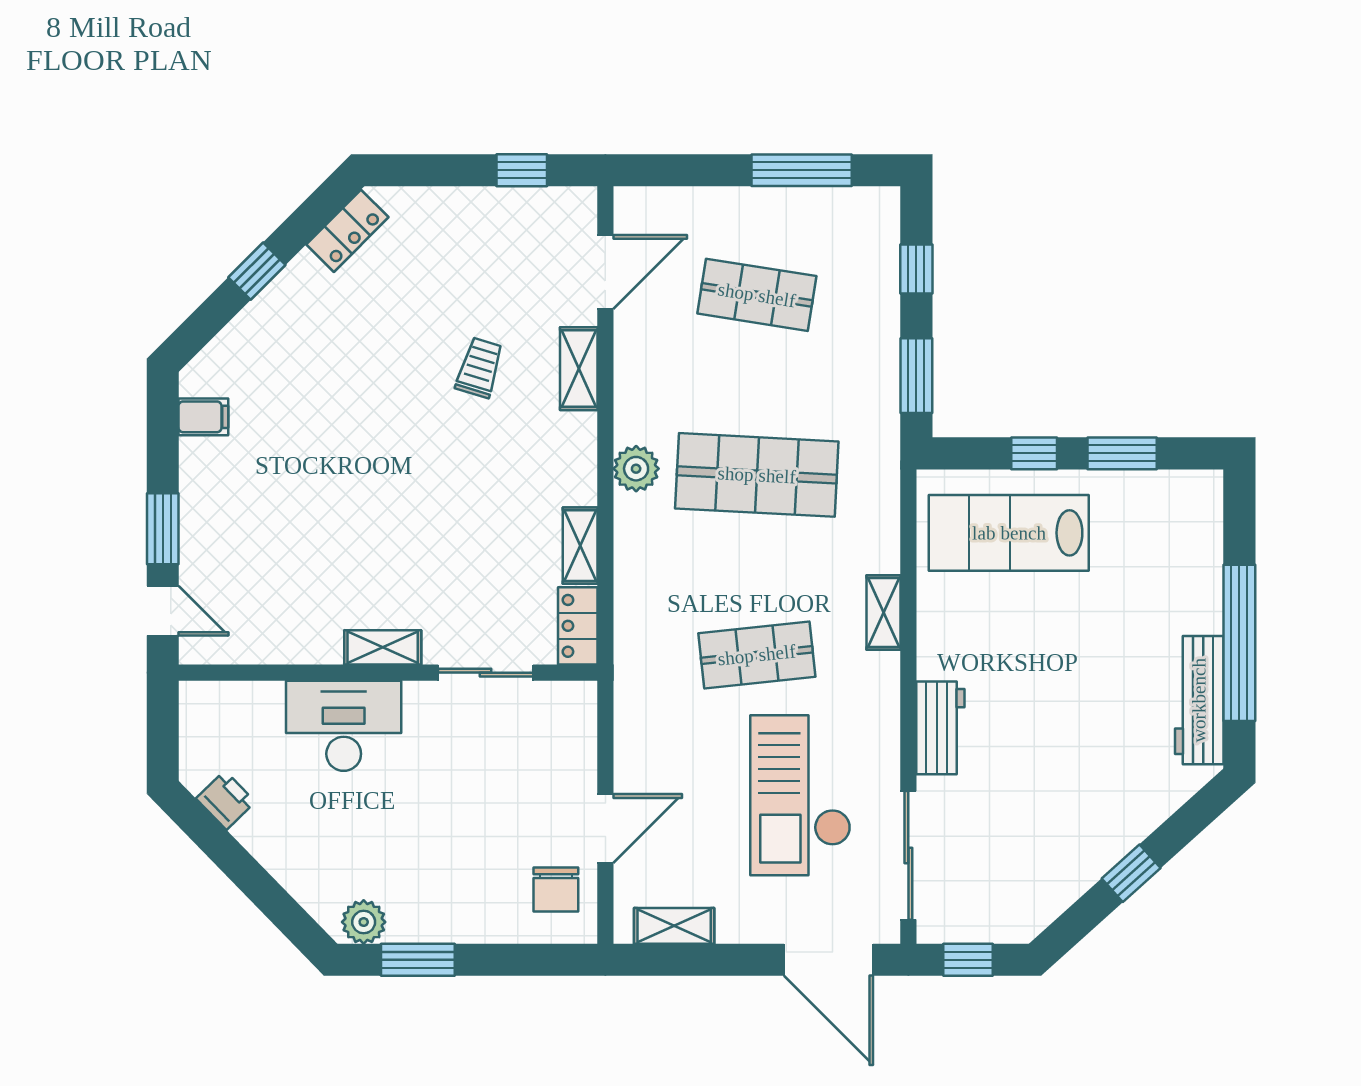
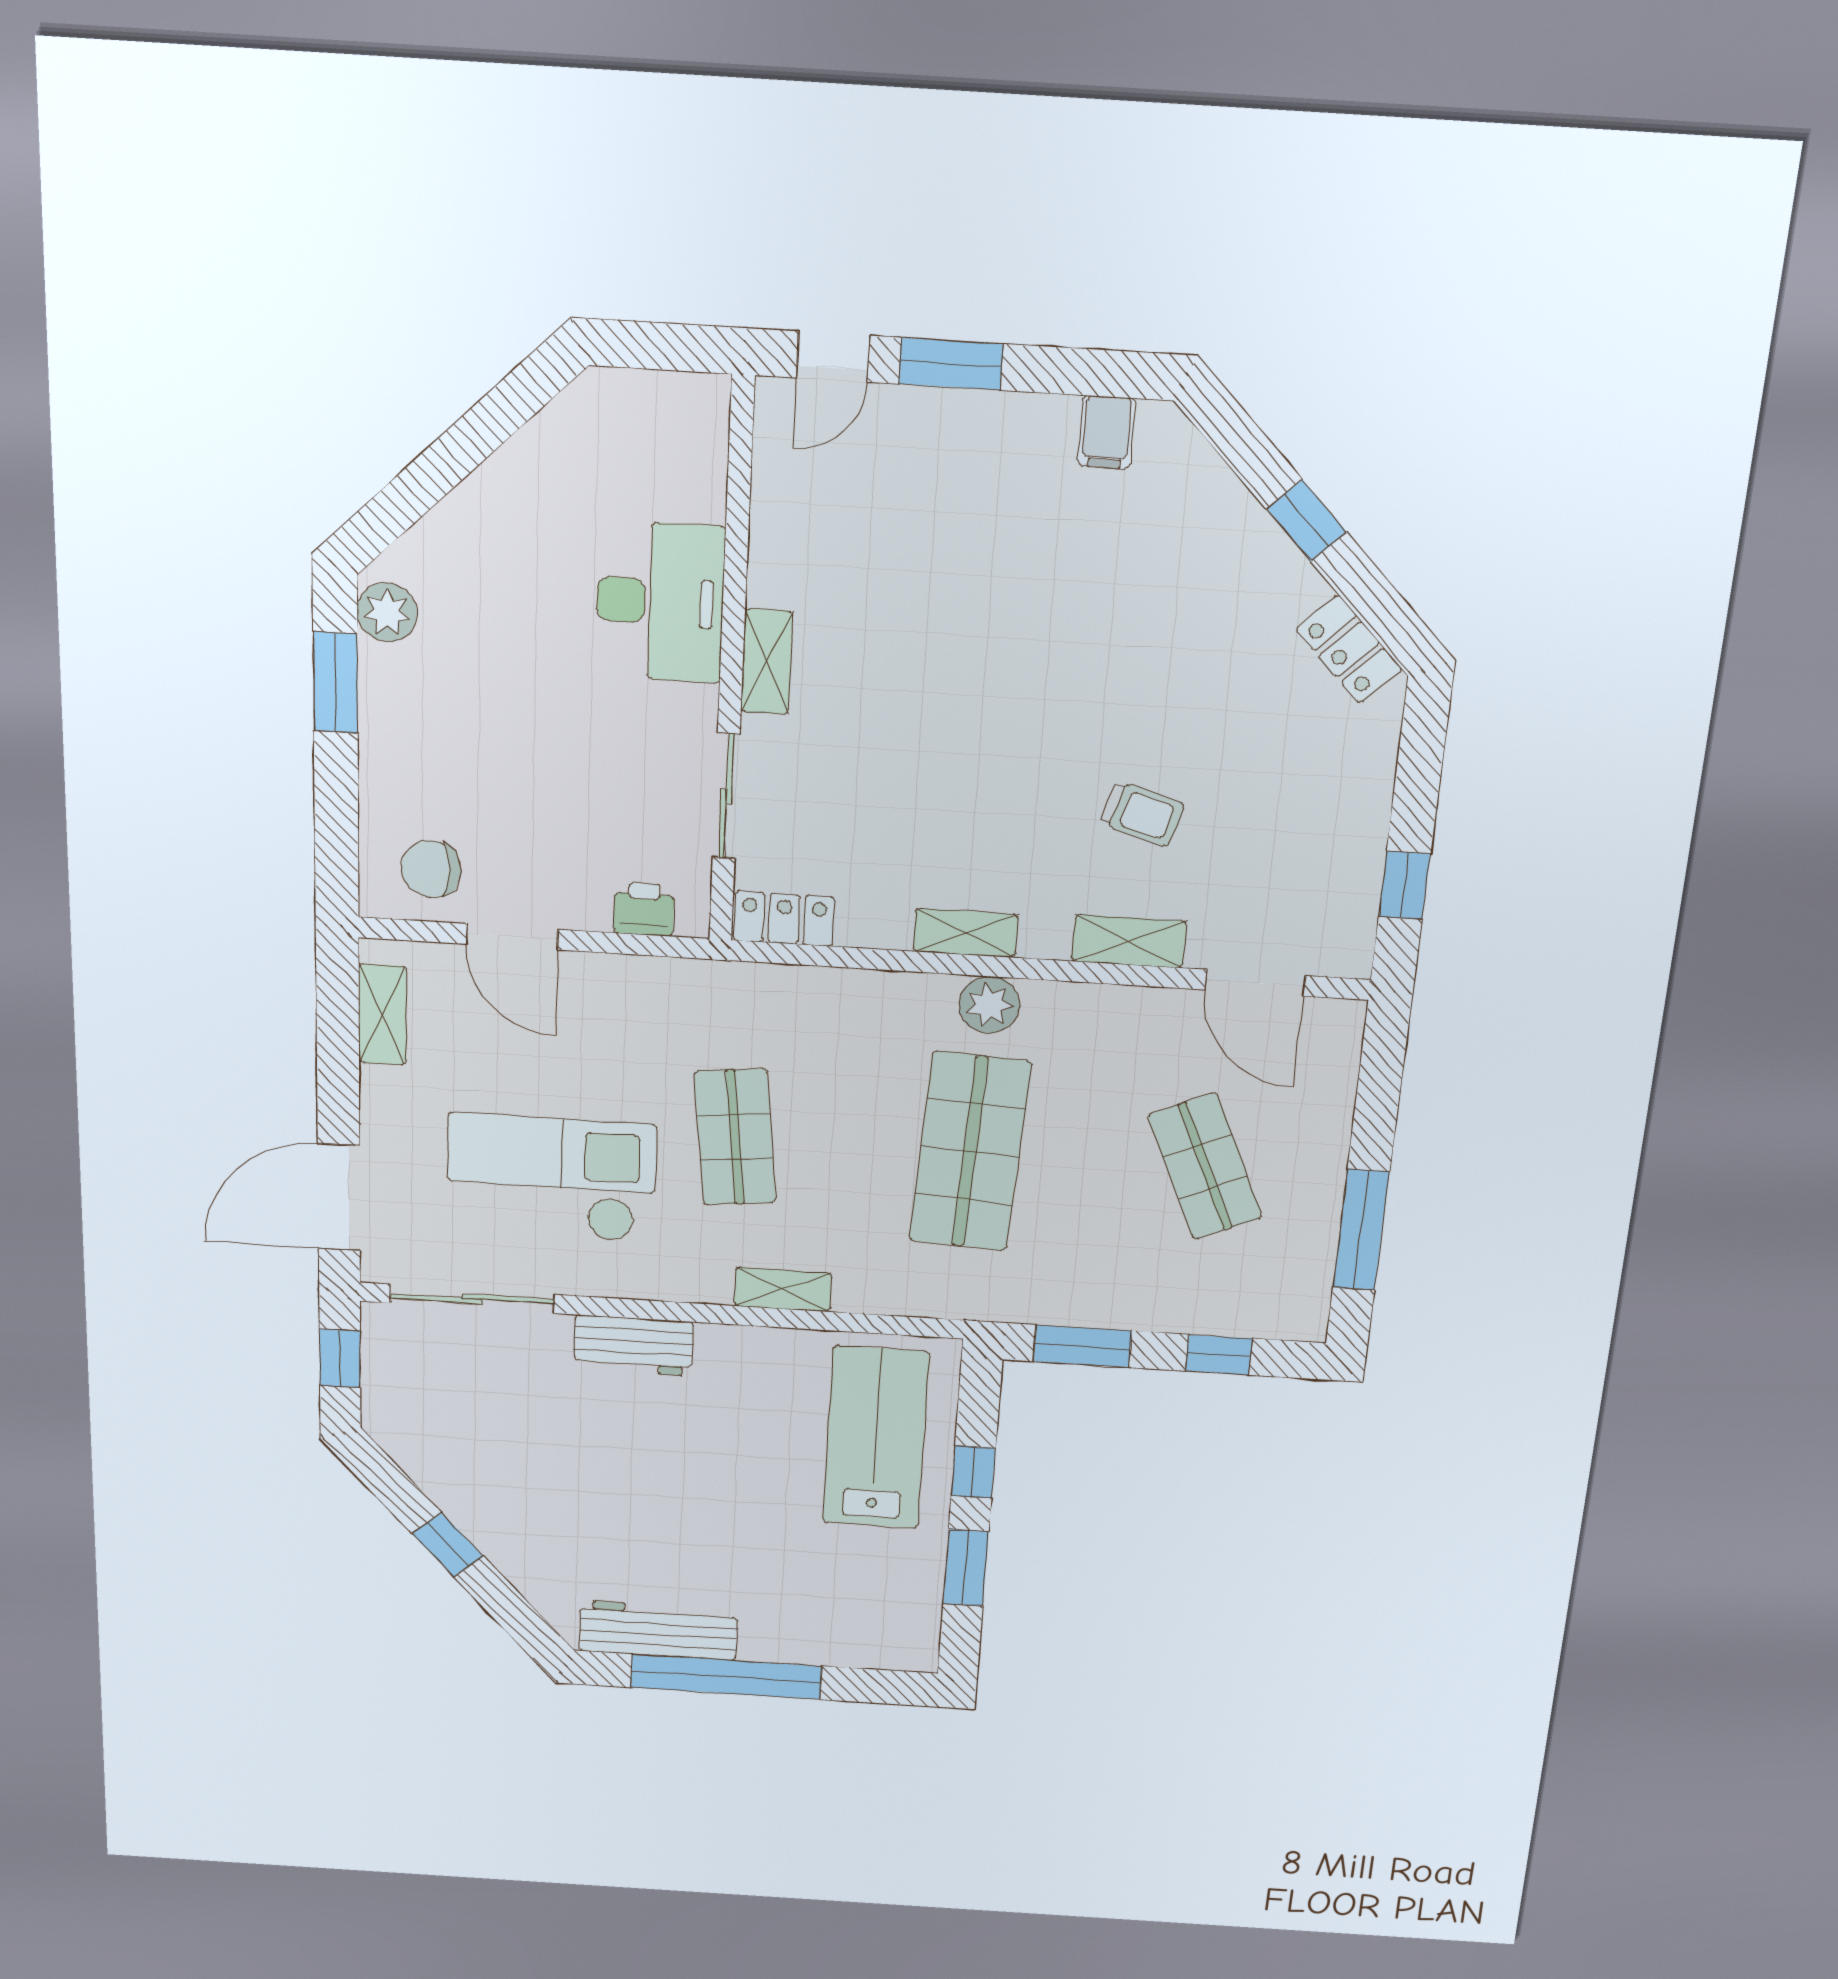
shop shelf: (757, 295) -> (1205, 1166), turned -33
shelving: (580, 546) -> (966, 933), moved
printer: (226, 800) -> (644, 909), moved, turned -136

